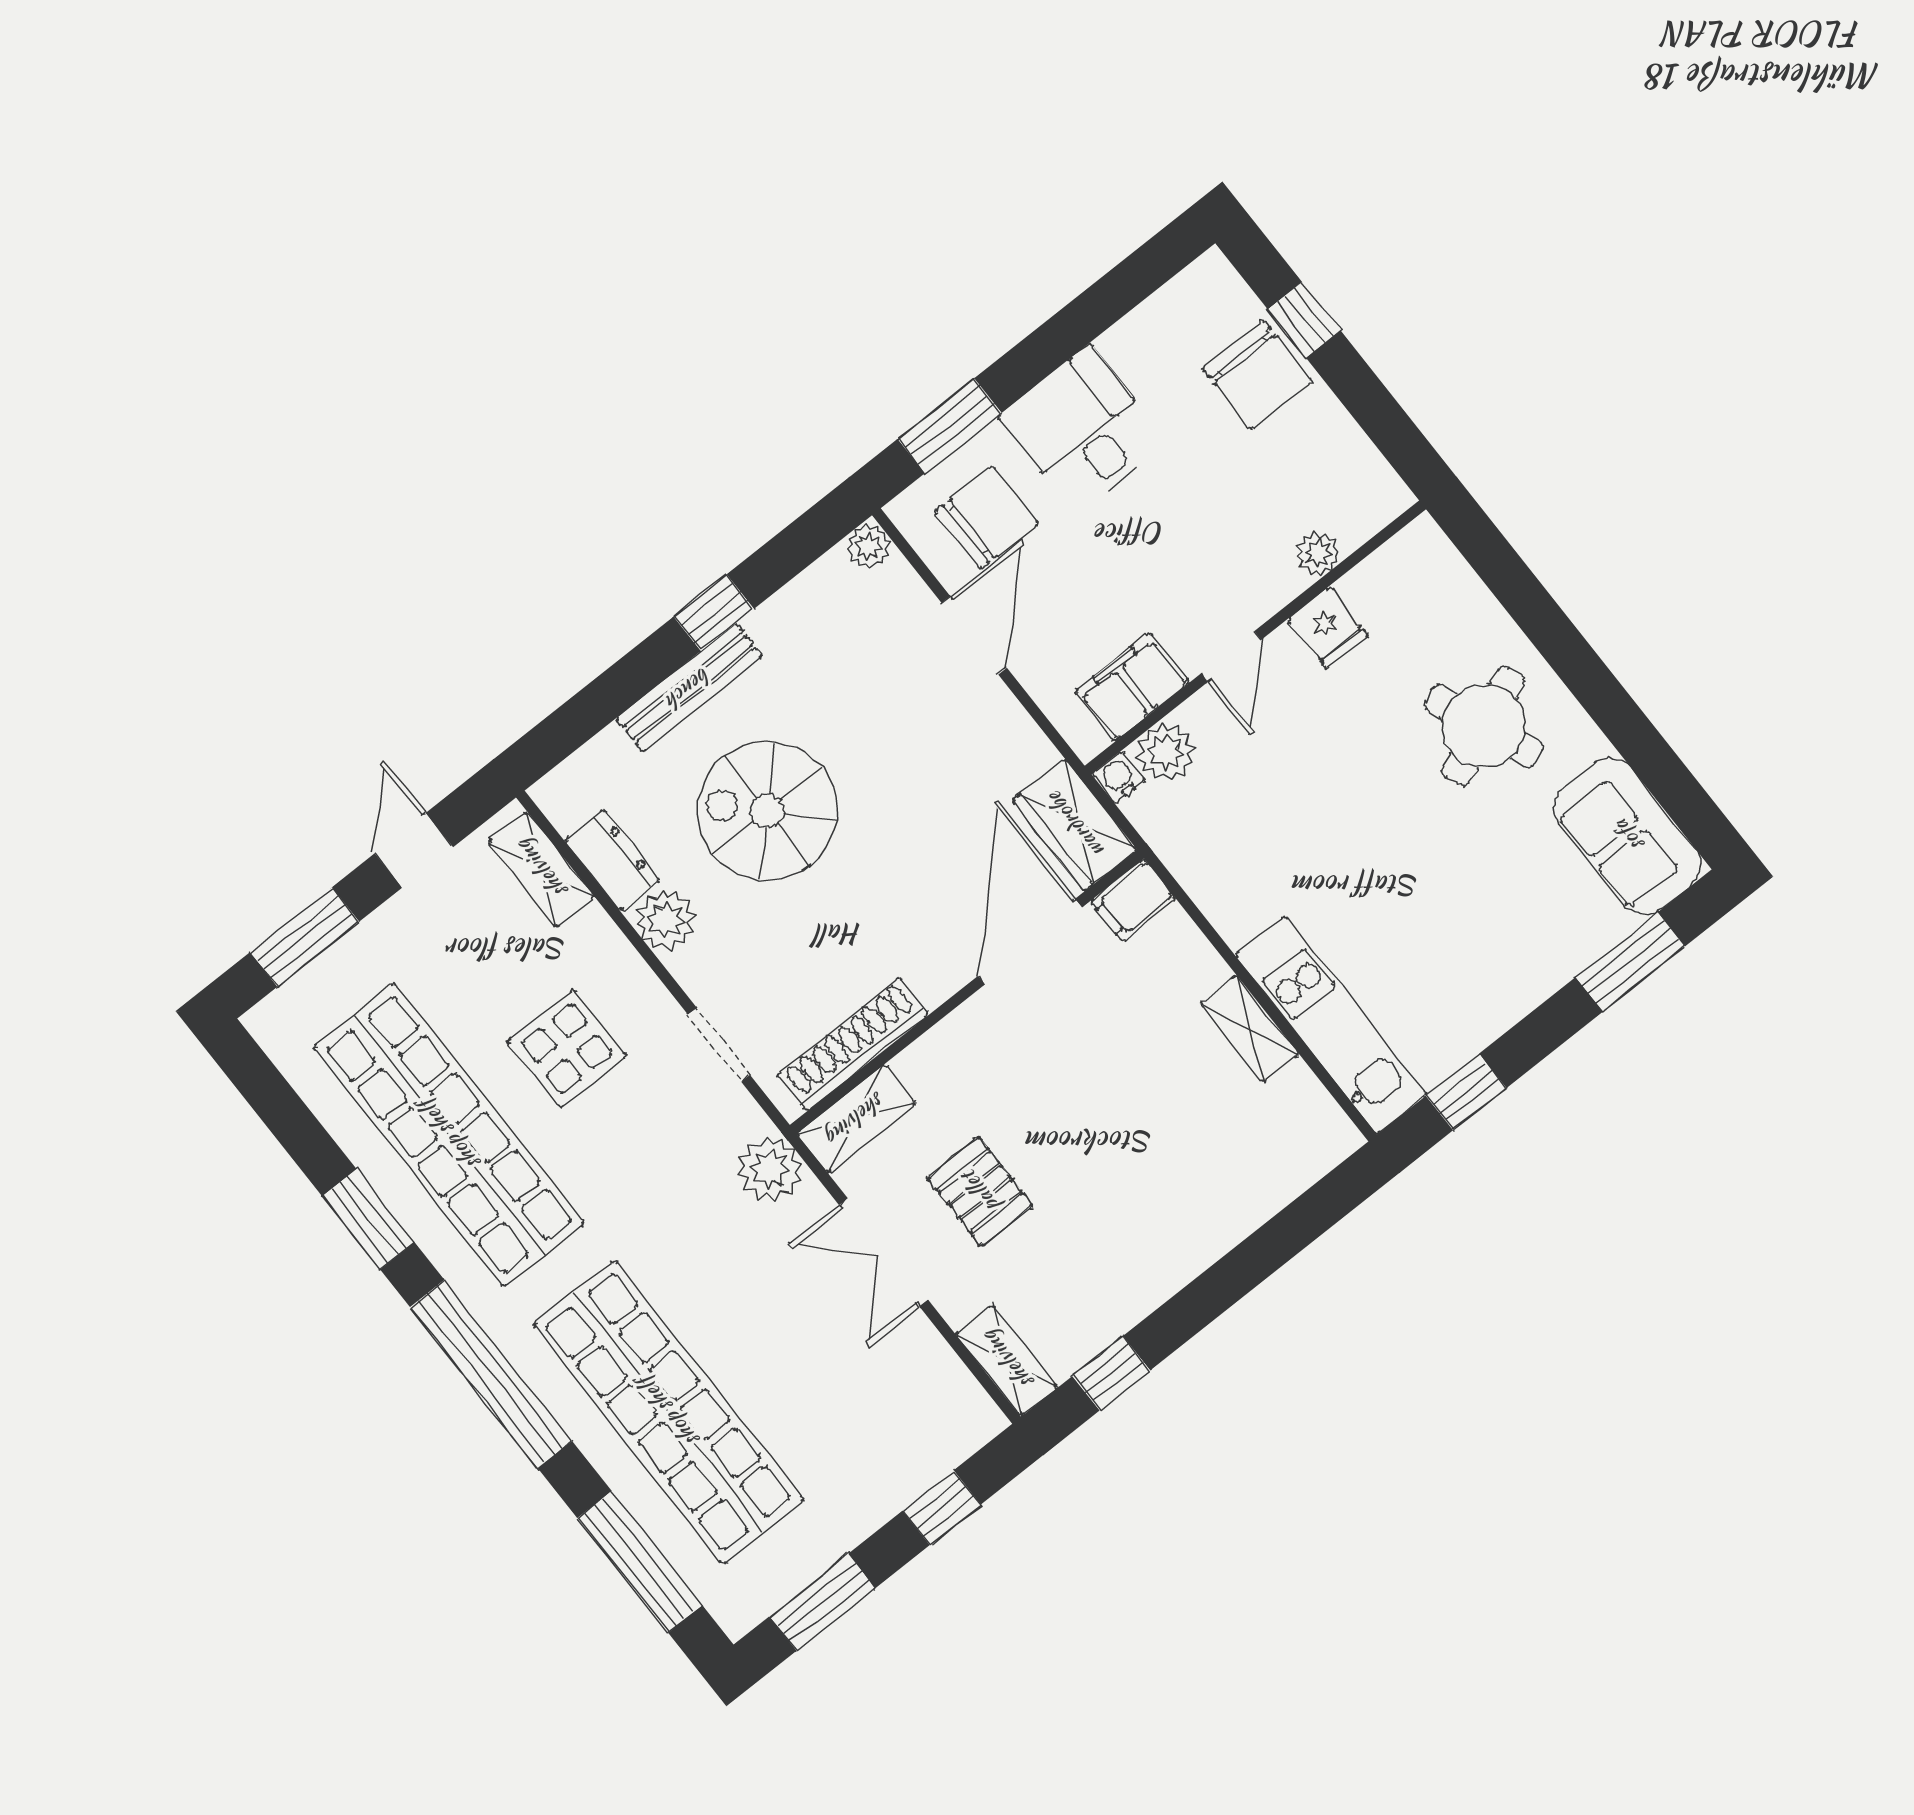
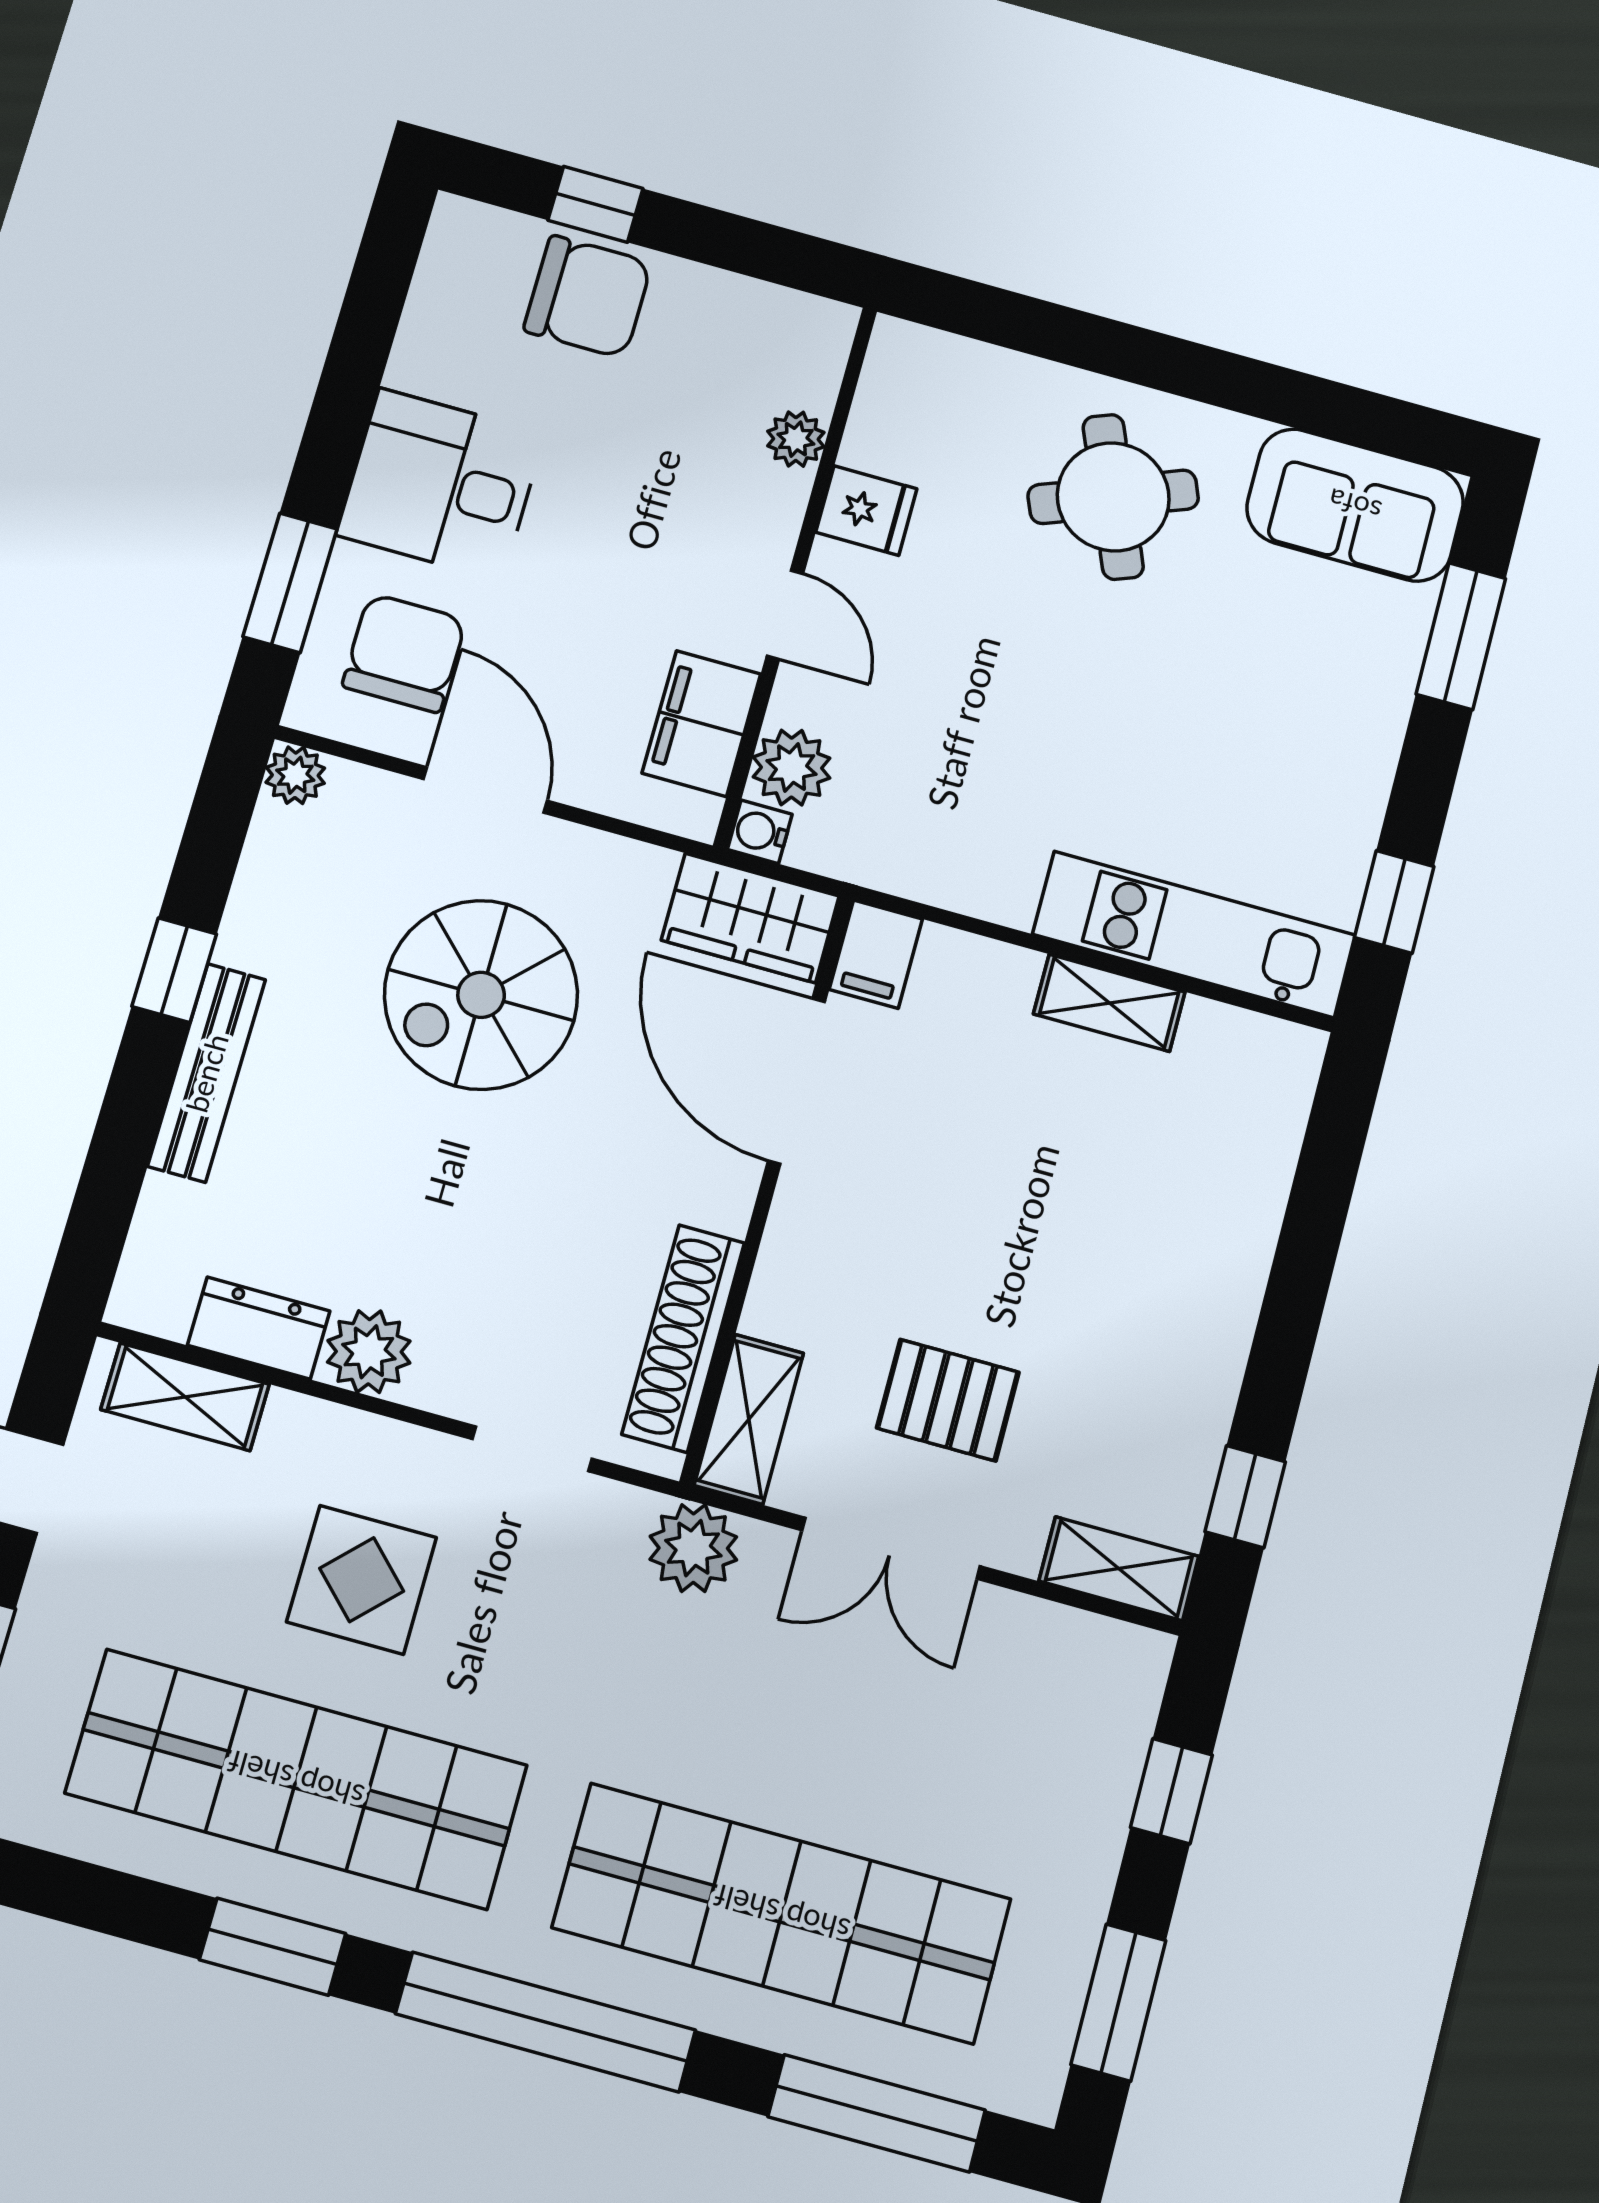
spiral stairs: (767, 811) -> (481, 995), moved

